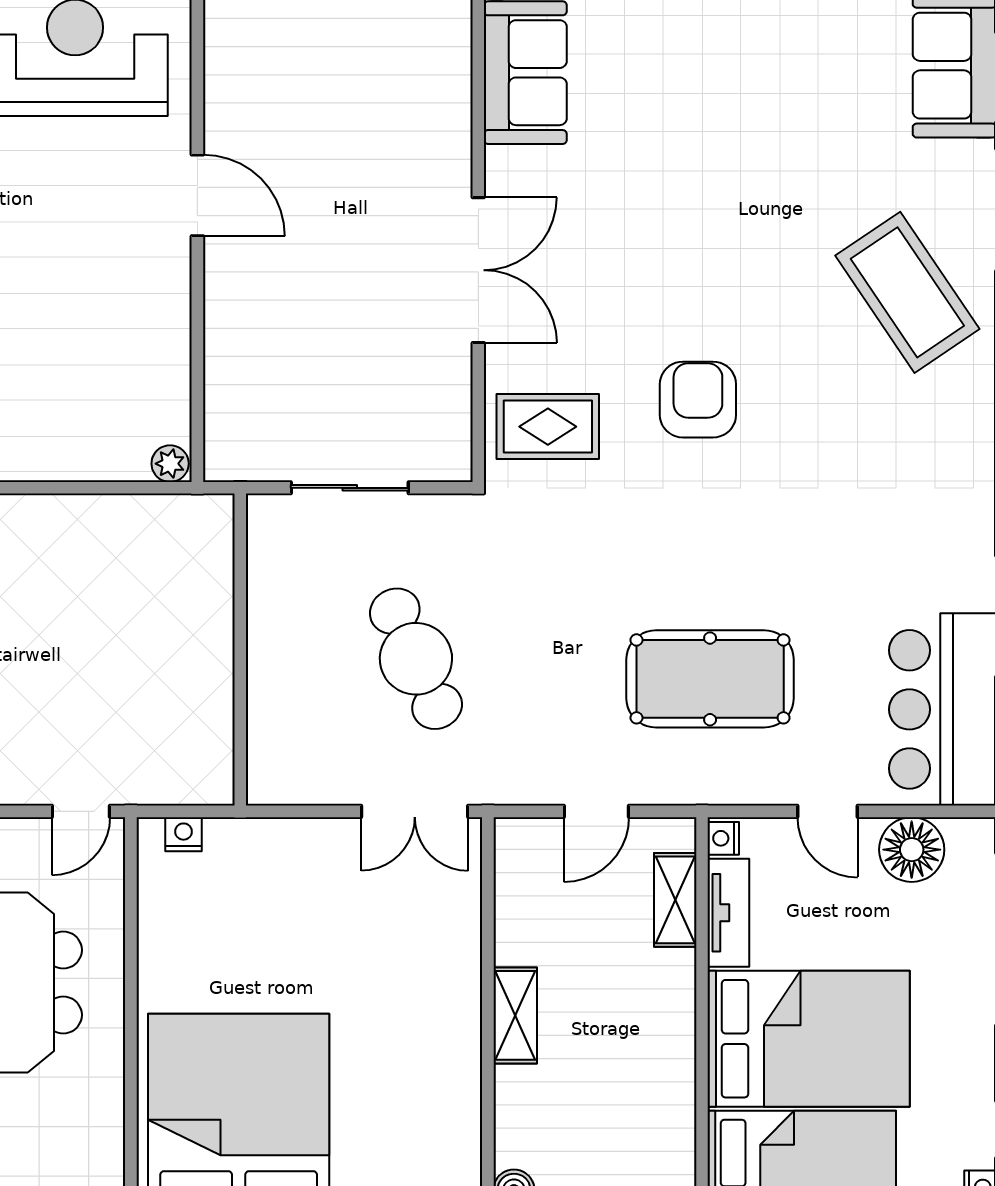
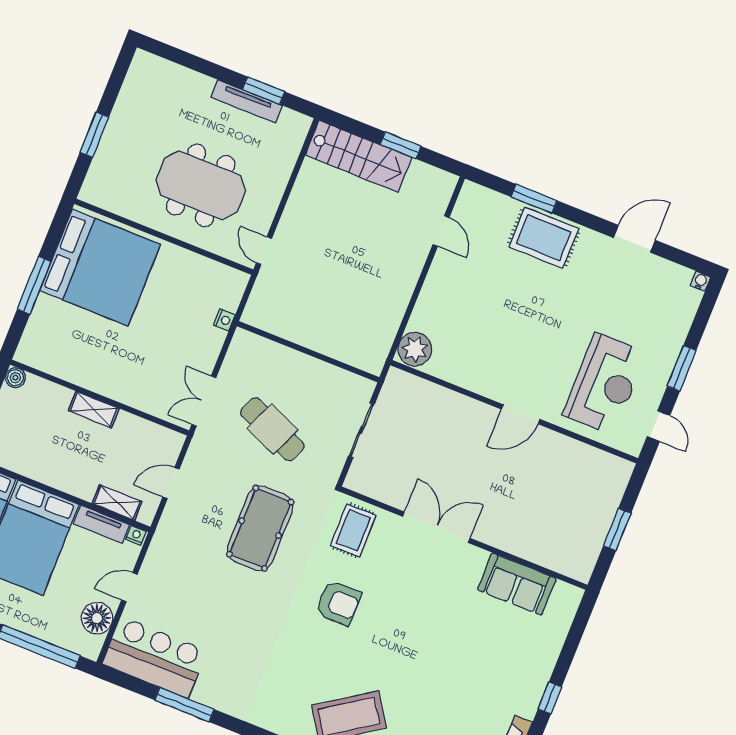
double door: (478, 270) -> (436, 527), swing flipped
plant: (170, 464) -> (415, 349), width x1.87, depth x1.87
cafe table: (416, 659) -> (272, 429), turned 47
pool table: (710, 679) -> (260, 528), moved
door: (596, 811) -> (171, 483), hinge flipped
nightstand: (183, 834) -> (224, 320), moved

